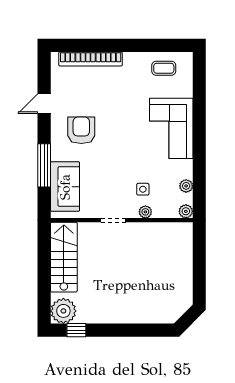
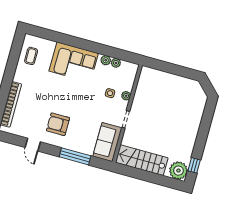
sofa: (65, 187) -> (107, 142), moved, turned -90
plant: (186, 211) -> (106, 60), moved

